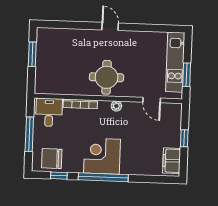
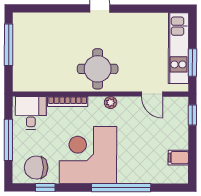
window: (32, 54) -> (9, 45), width x1.44
window: (184, 138) -> (192, 115), moved
corner desk: (102, 156) -> (88, 155), width x1.36, depth x1.36
filing cabinet: (172, 161) -> (178, 158), width x0.50
window: (103, 177) -> (121, 188), moved

